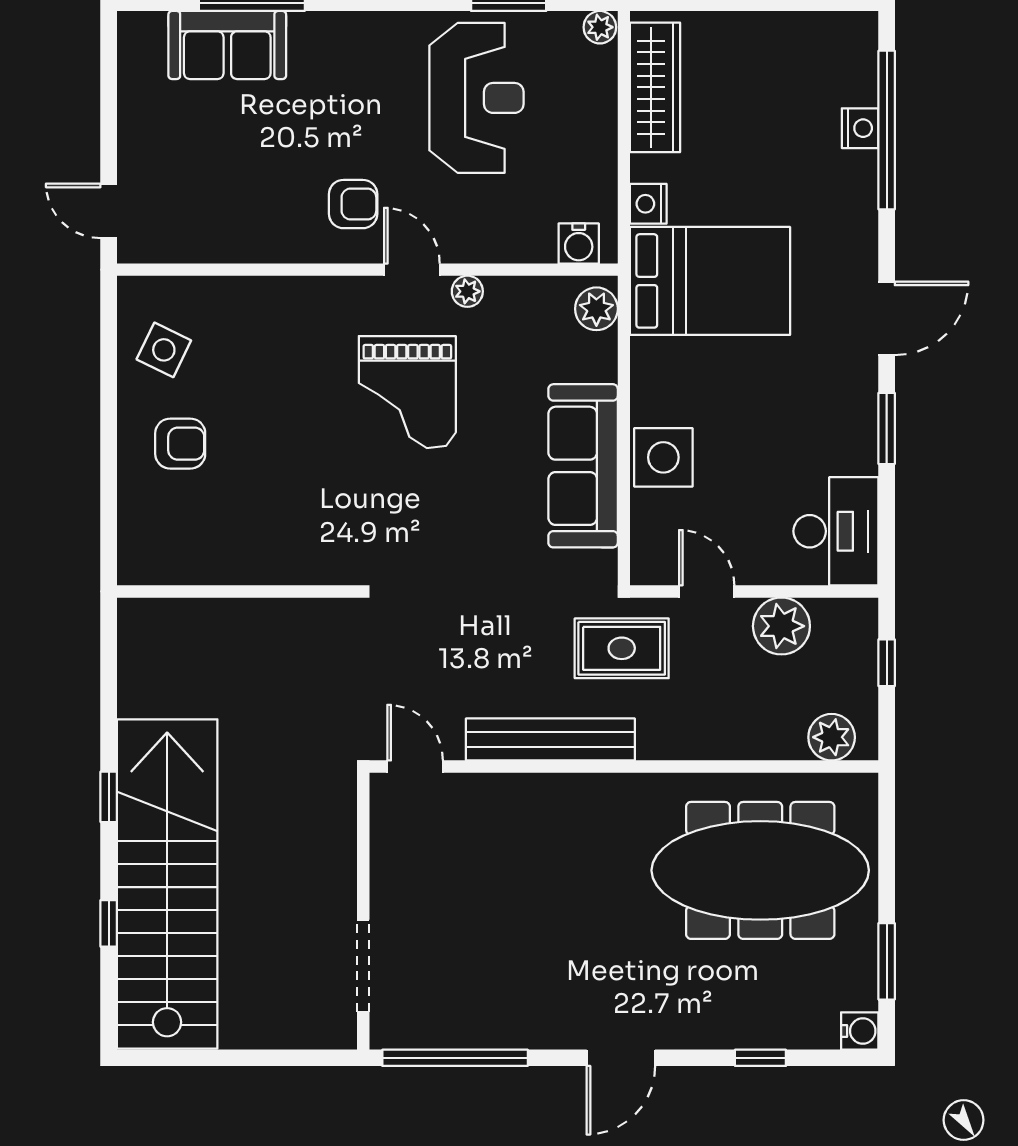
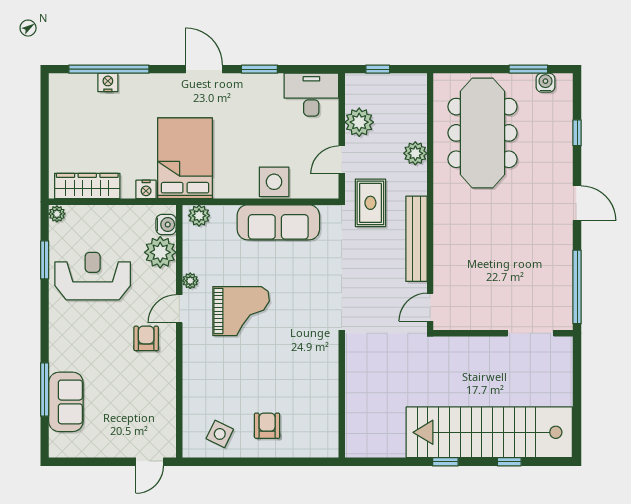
plant: (524, 232) -> (160, 252), added
plant: (832, 737) -> (415, 153), moved
water cooler: (860, 1031) -> (545, 83), moved

